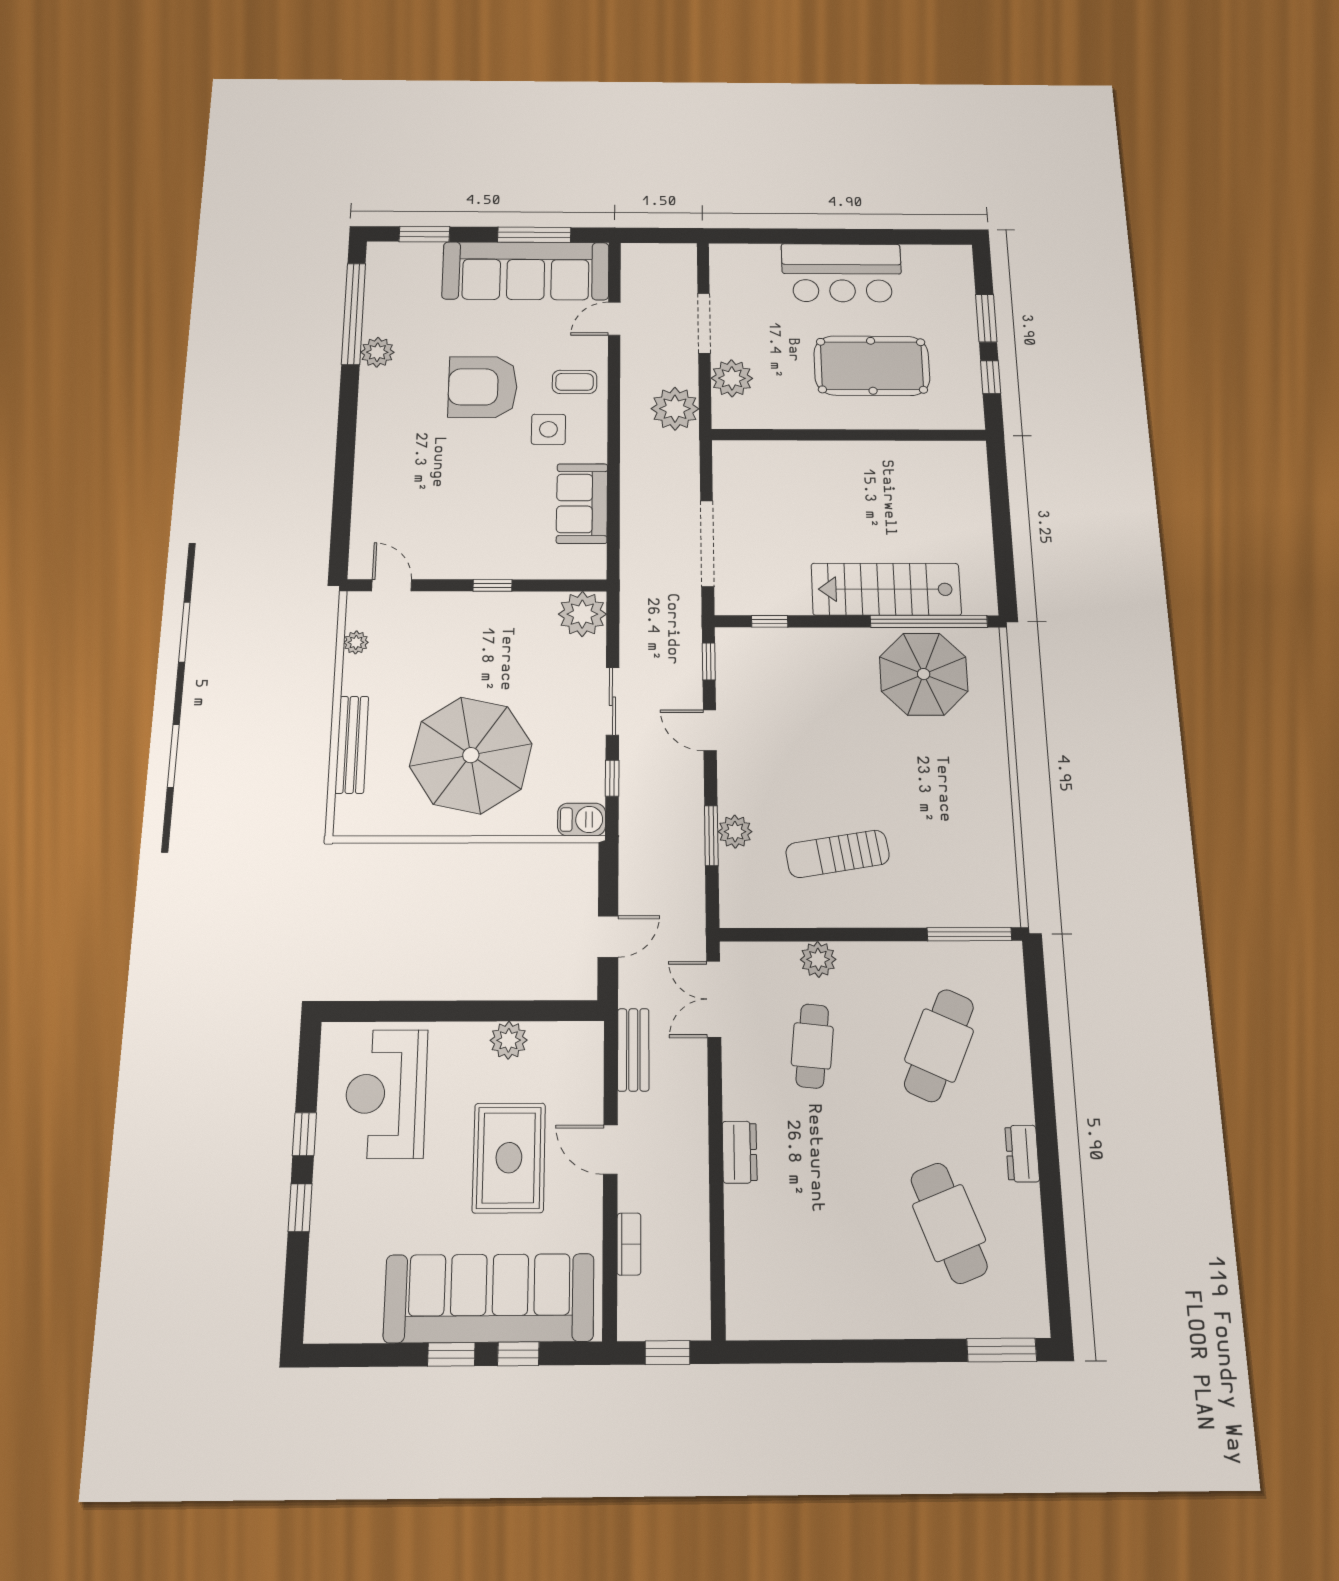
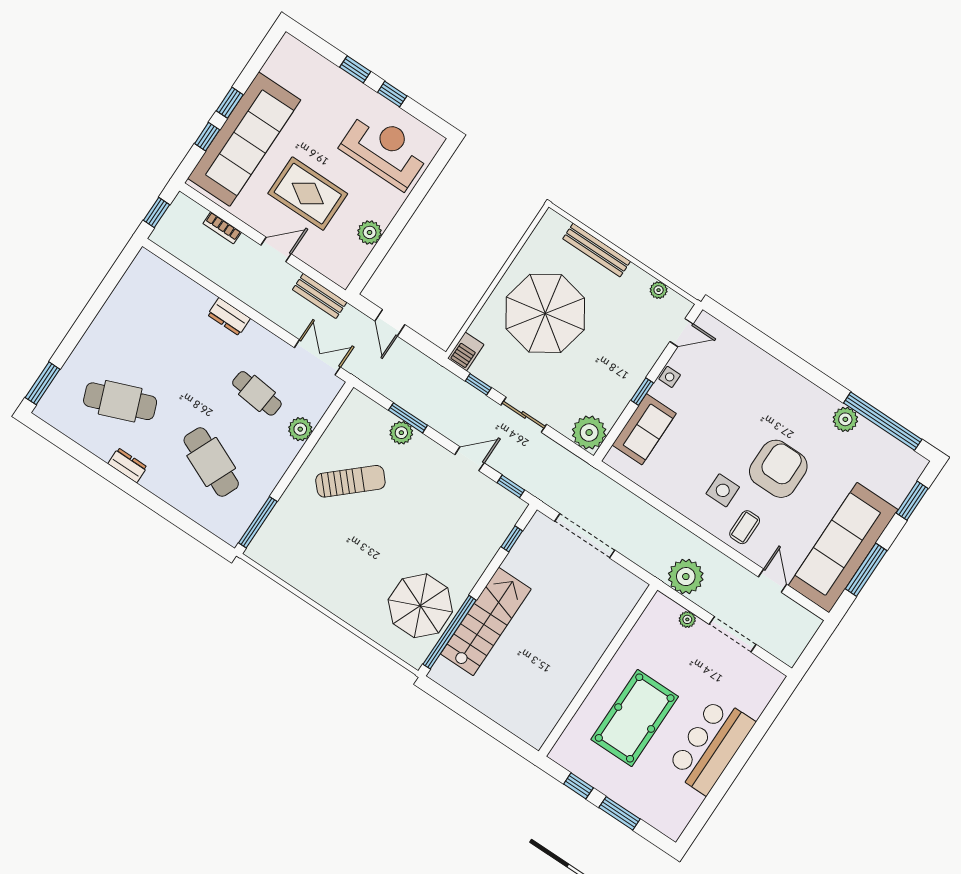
plant: (732, 378) -> (687, 619), width x0.53, depth x0.53
sofa: (582, 503) -> (644, 429), moved, turned 90
side table: (454, 566) -> (670, 377), added
sun lounger: (838, 854) -> (350, 481), turned 57

